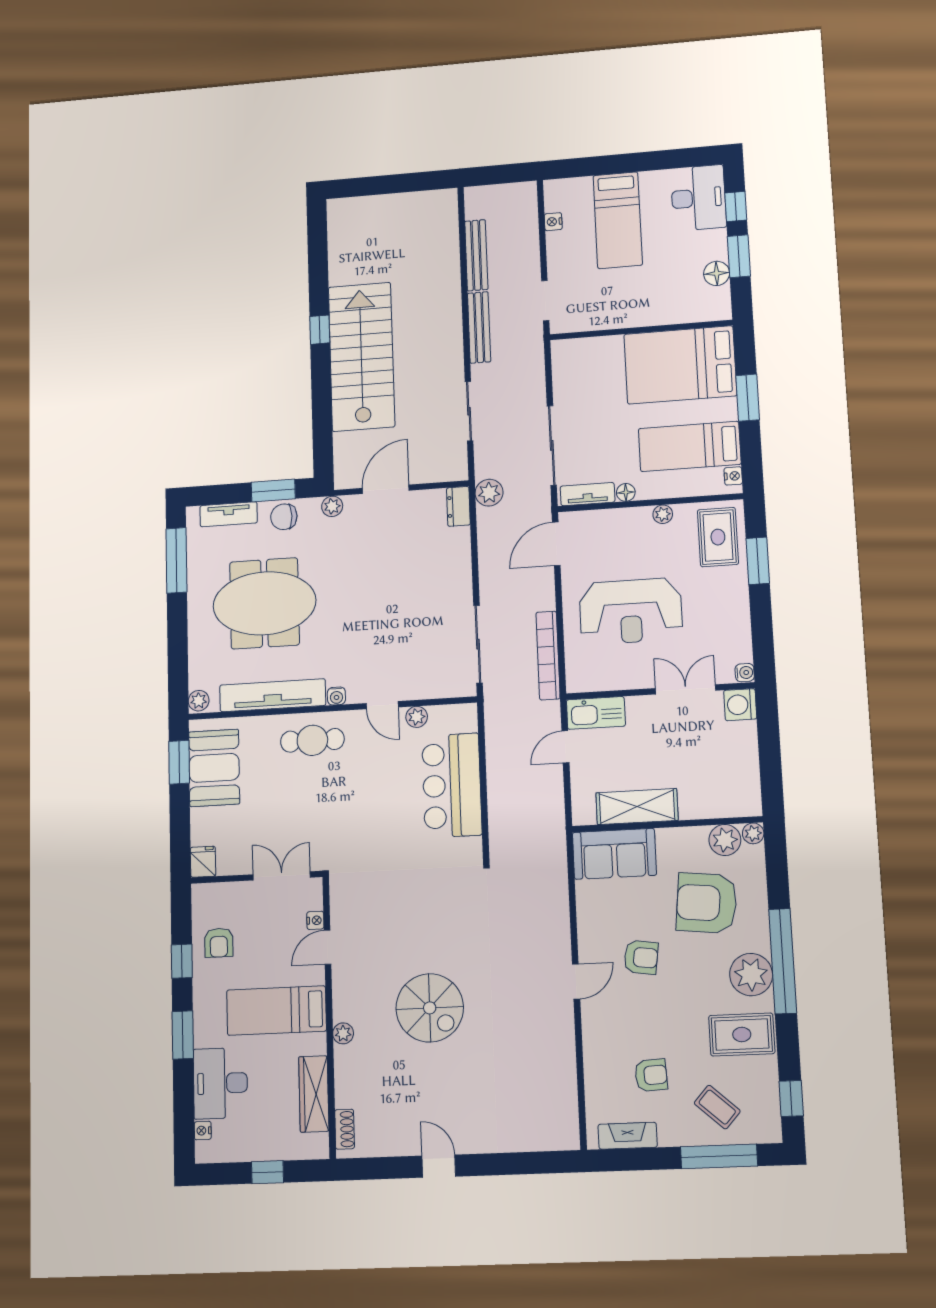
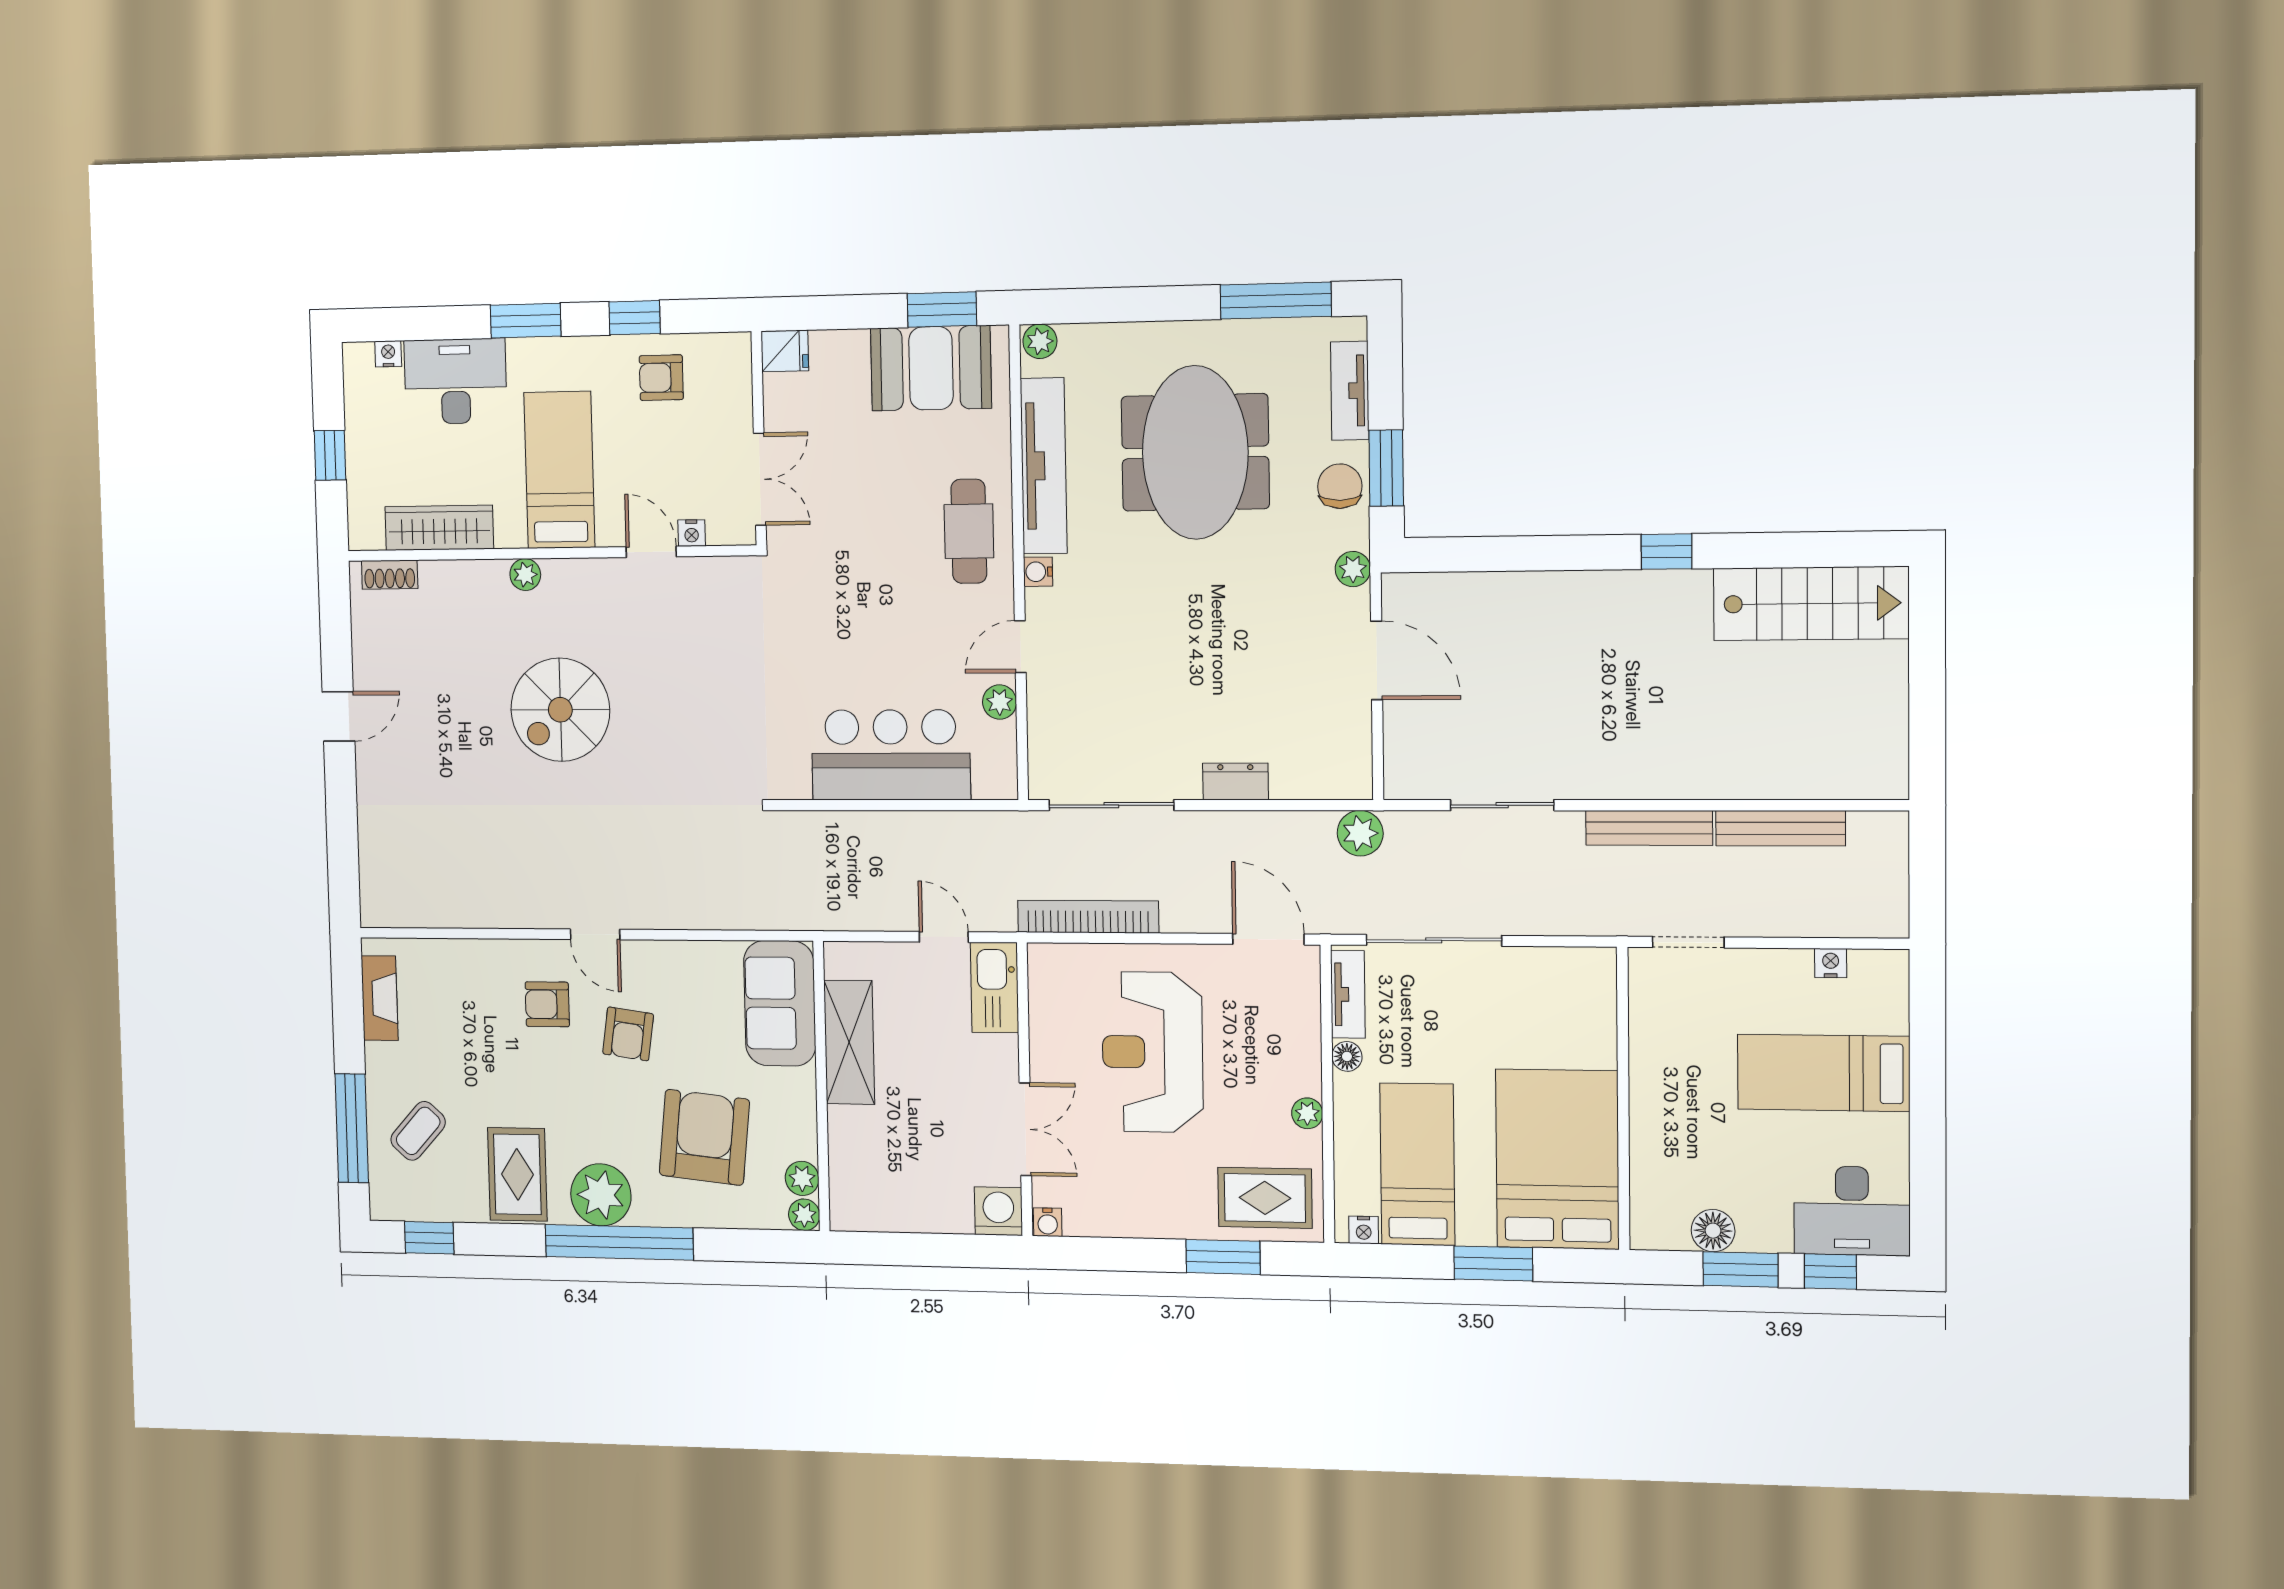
stairs: (361, 357) -> (1811, 603), moved, width x0.73, depth x0.66
dresser: (458, 506) -> (1235, 782), moved
plant: (725, 840) -> (802, 1178), width x0.73, depth x0.73
armchair: (651, 1075) -> (547, 1004), moved, turned 93

